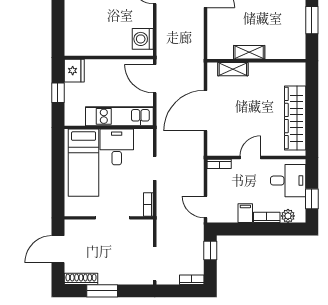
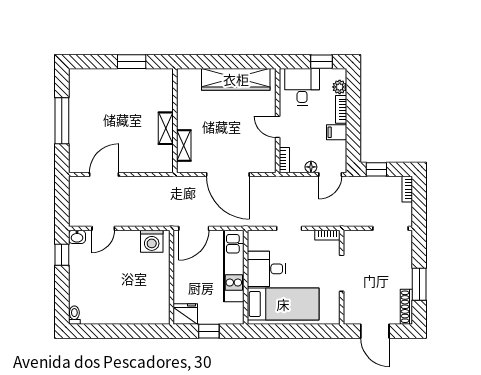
floor lamp: (213, 189) -> (311, 167), added

